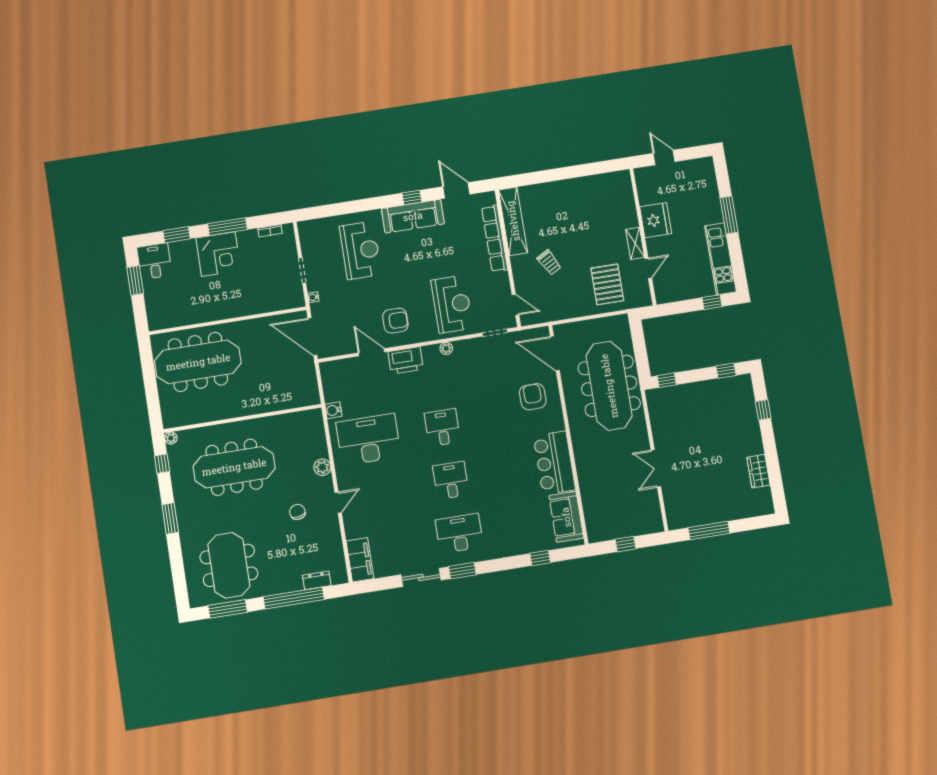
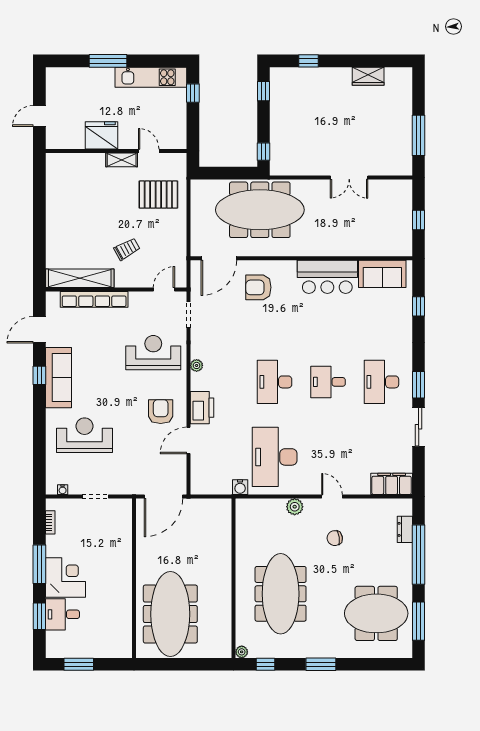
desk: (154, 261) -> (62, 614), moved
water cooler: (313, 297) -> (63, 490), moved
desk: (442, 428) -> (275, 382), width x1.37

